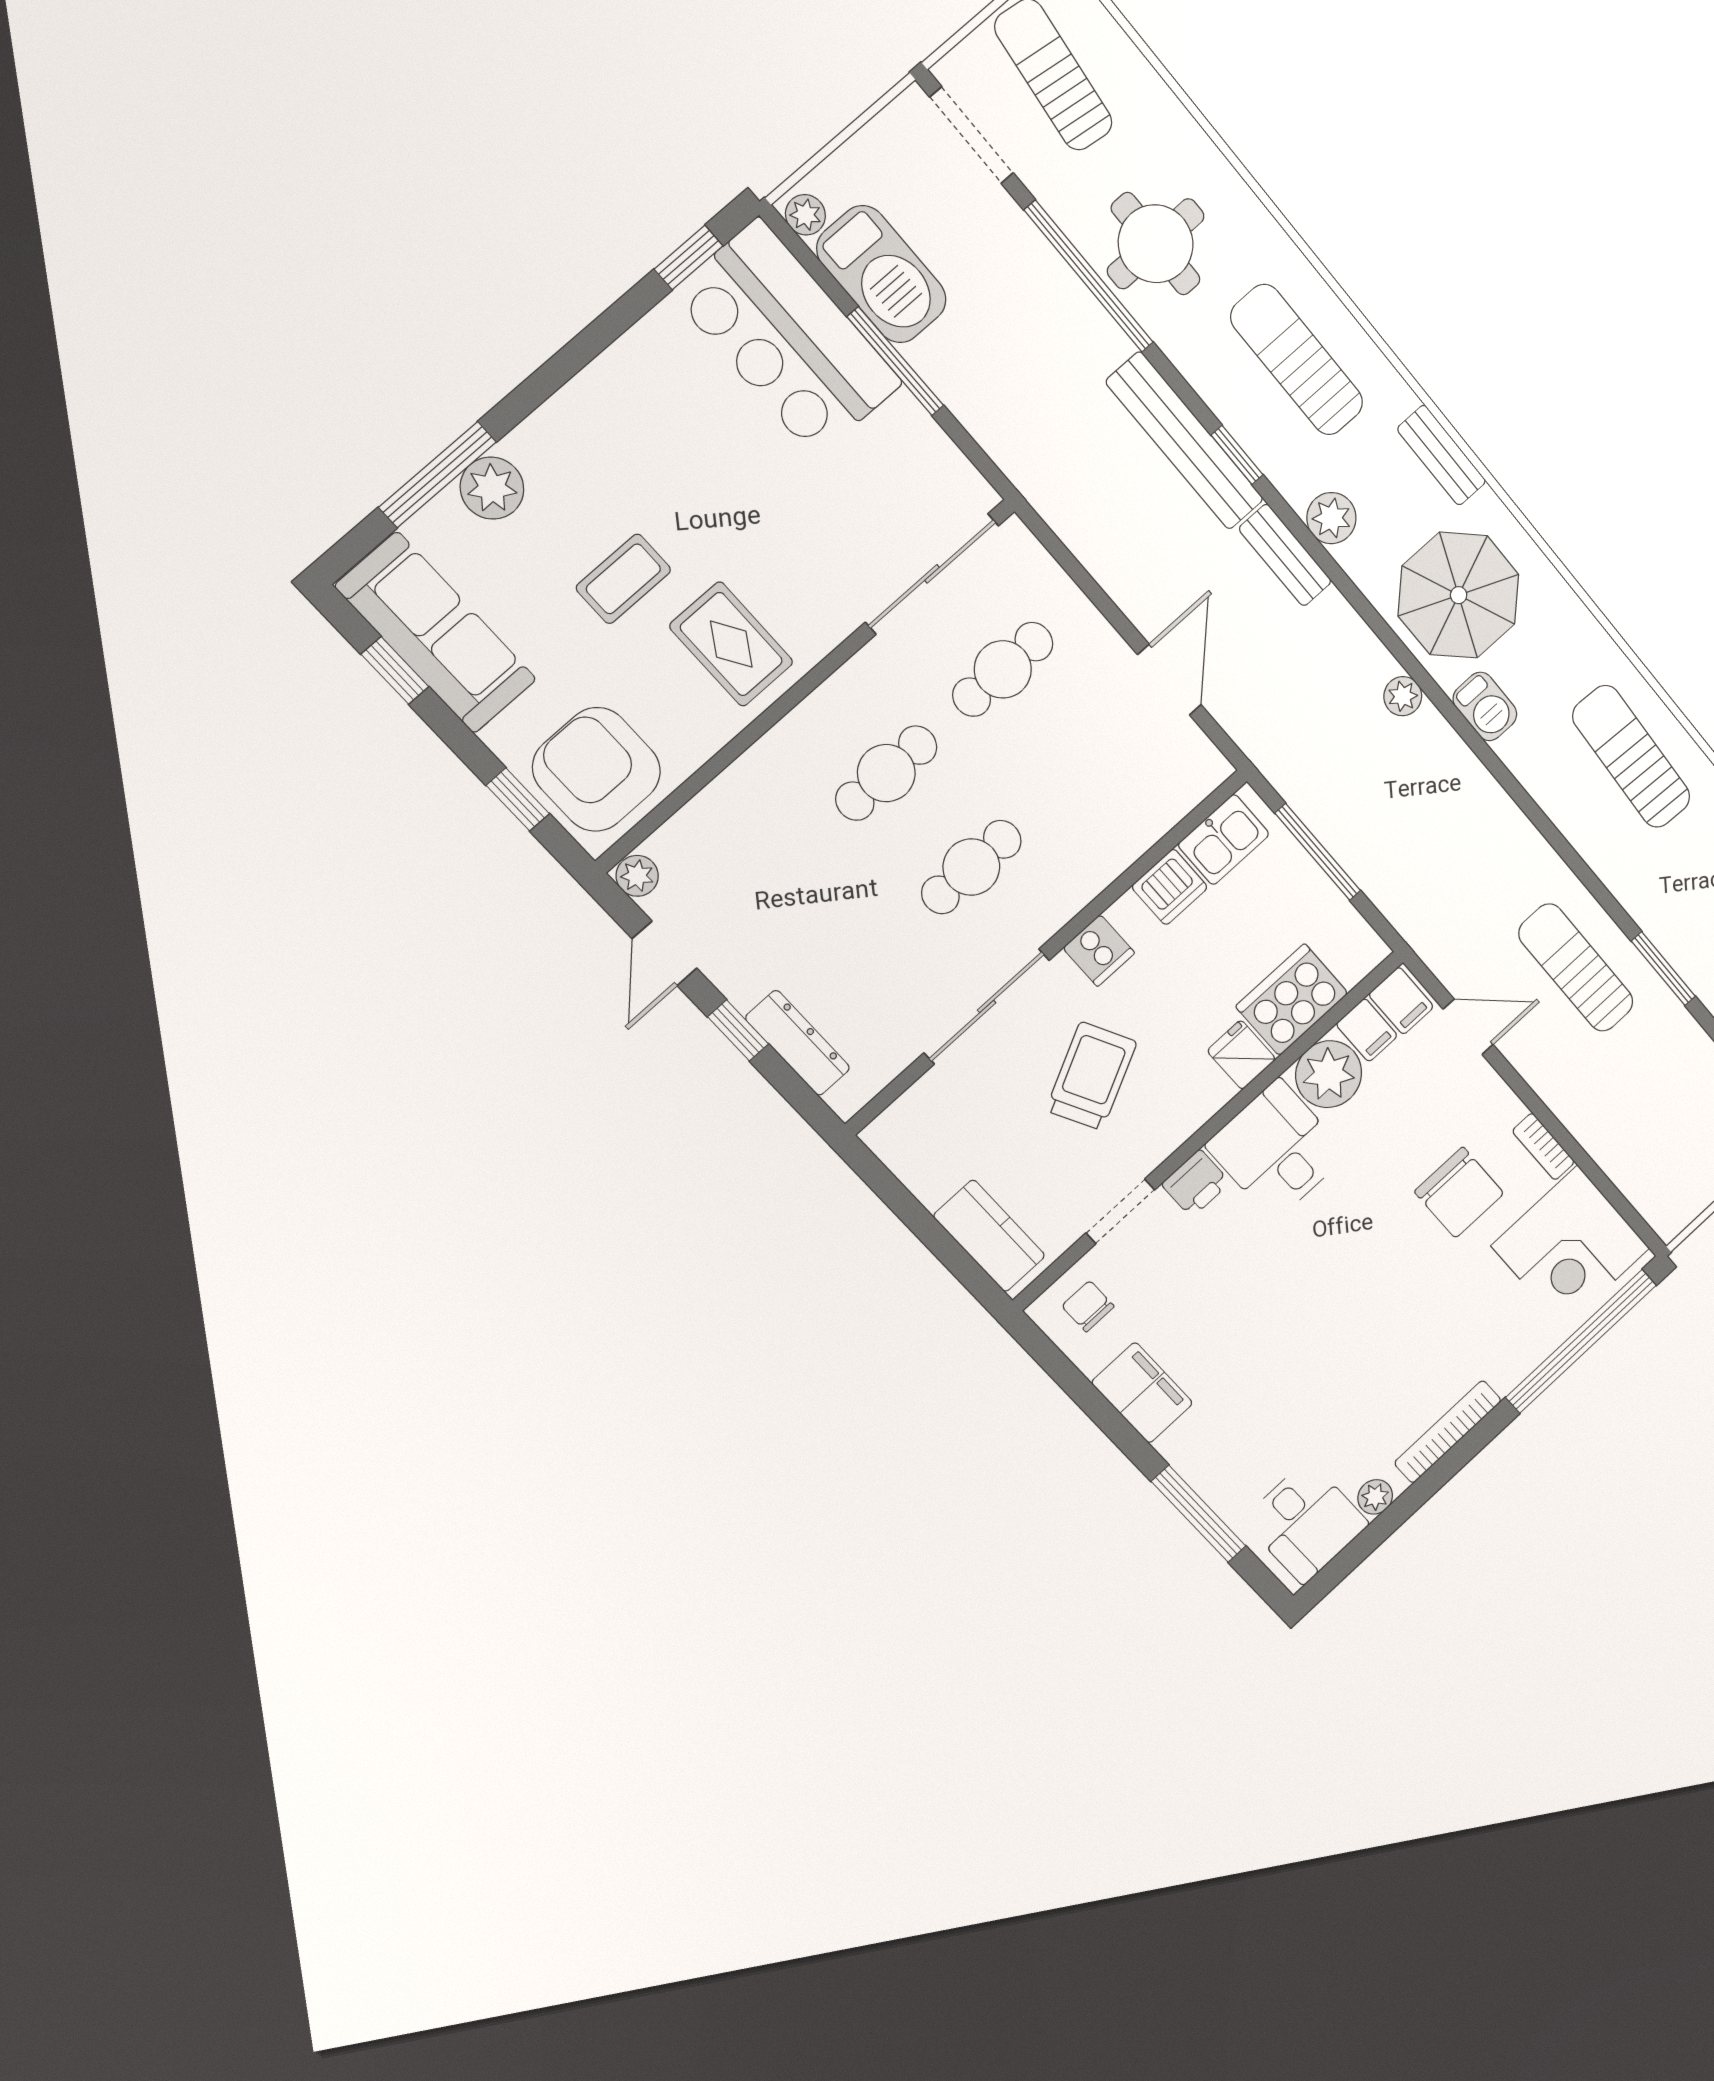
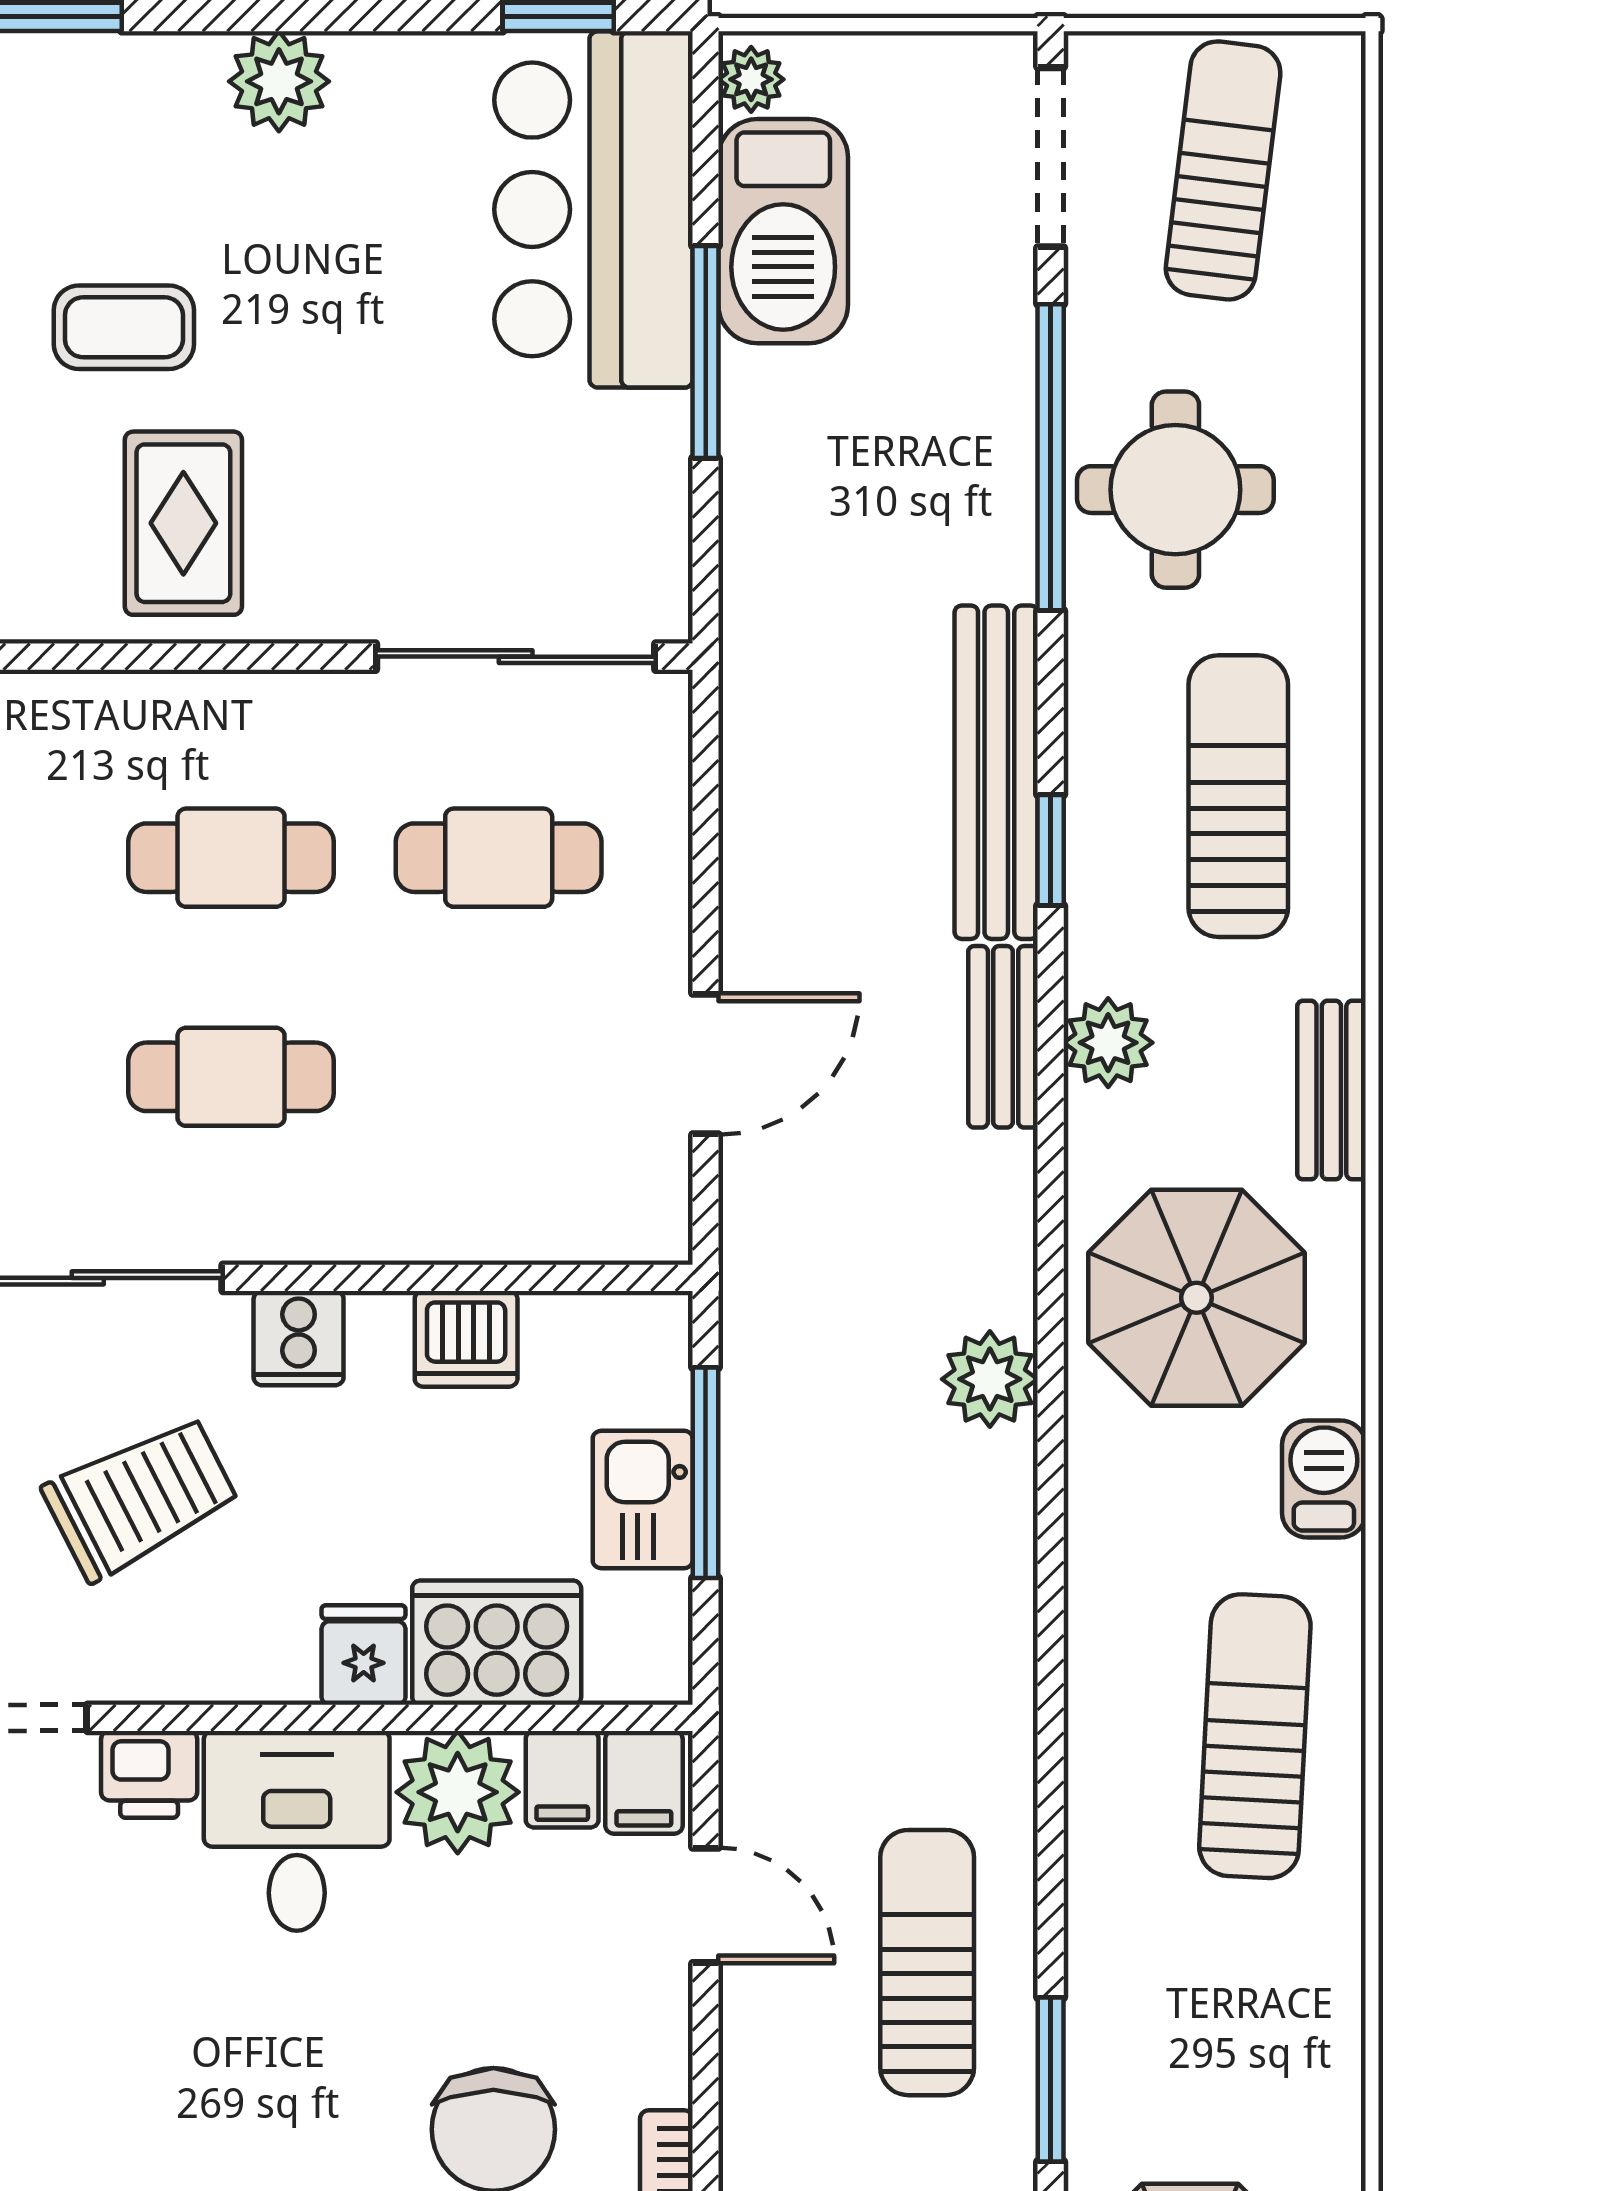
plant: (492, 488) -> (279, 81), moved
plant: (1403, 696) -> (990, 1379), width x1.38, depth x1.38
barbecue: (1485, 706) -> (1324, 1479), moved, turned 180
kitchen sink: (1224, 840) -> (643, 1499), moved, turned 90

